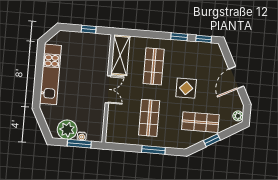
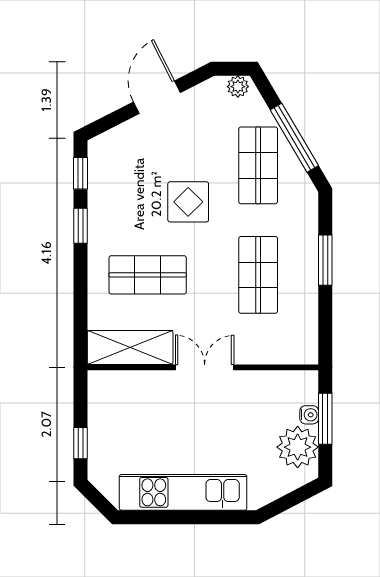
window: (89, 29) -> (81, 443), moved
door: (236, 78) -> (157, 97), swing flipped
shop shelf: (149, 118) -> (258, 275), turned 90
window: (212, 140) -> (294, 138), width x2.17

